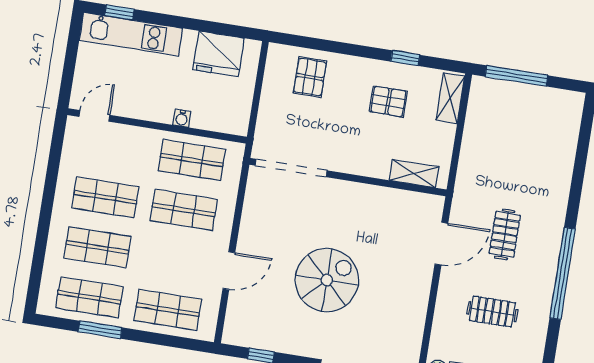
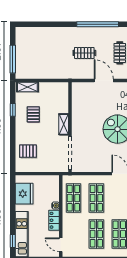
locker: (150, 110) -> (54, 220), added
shelving: (414, 174) -> (64, 124), moved
door: (441, 244) -> (104, 81), moved

